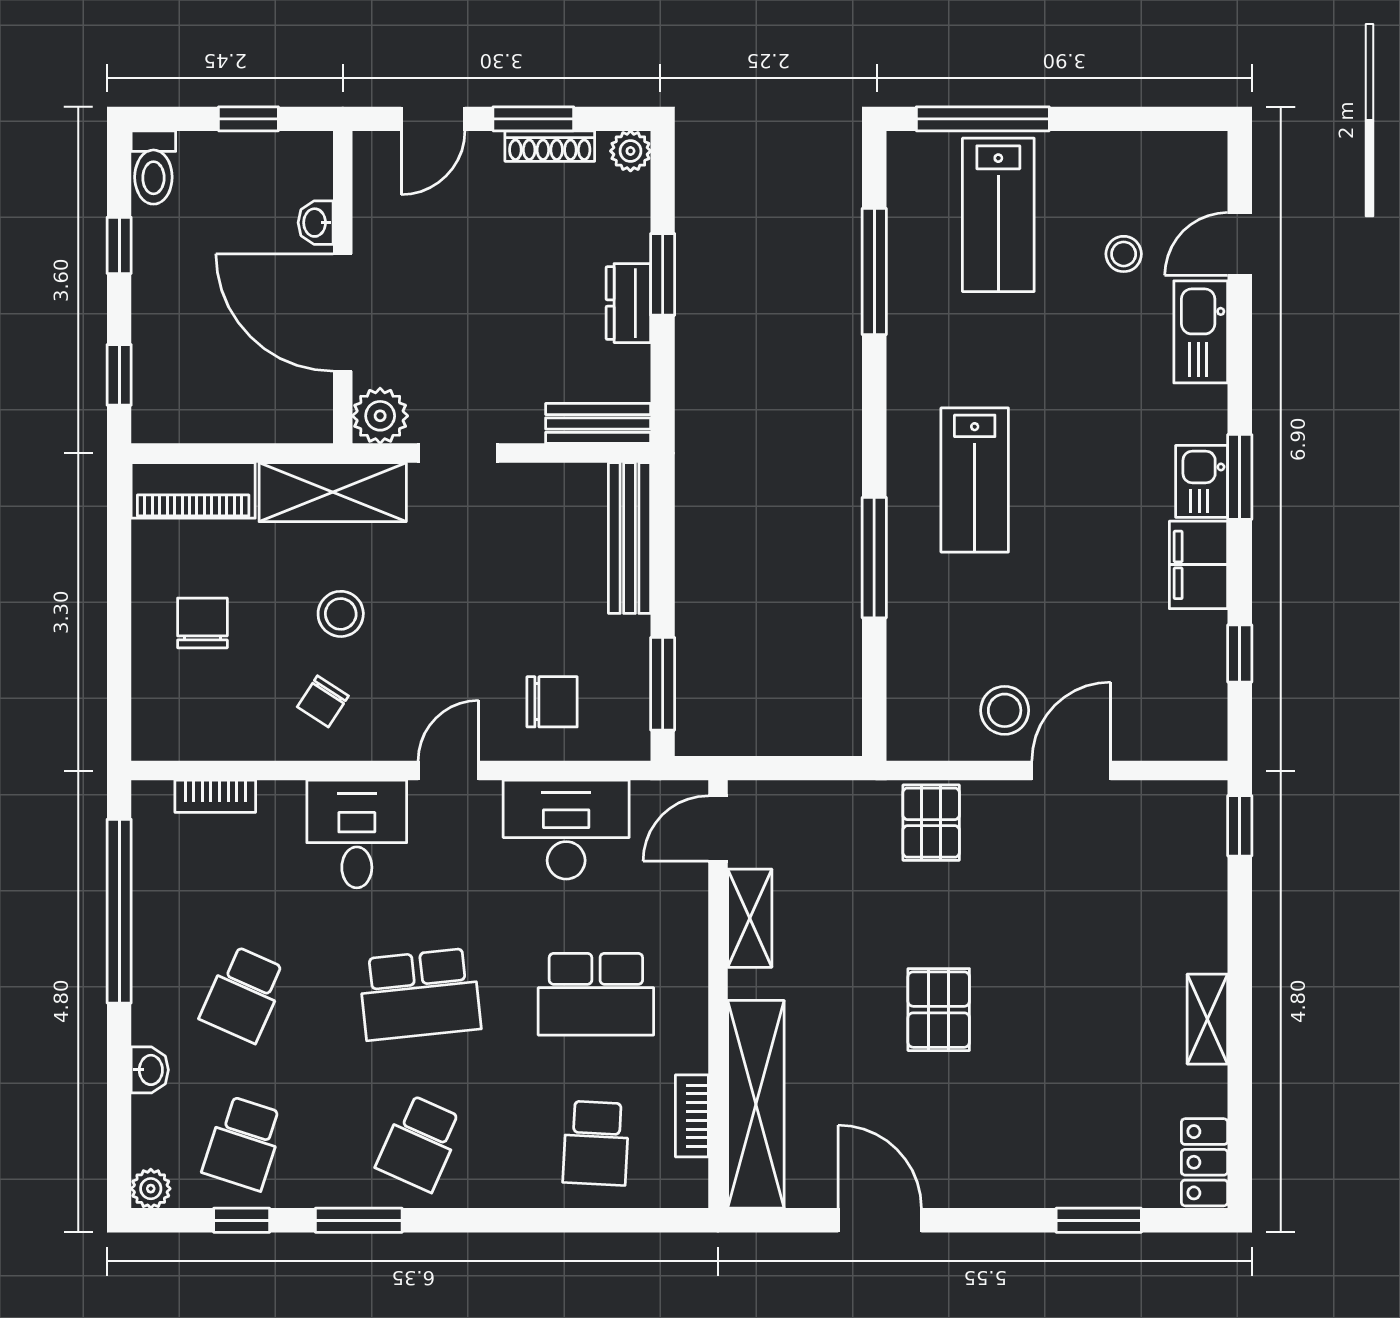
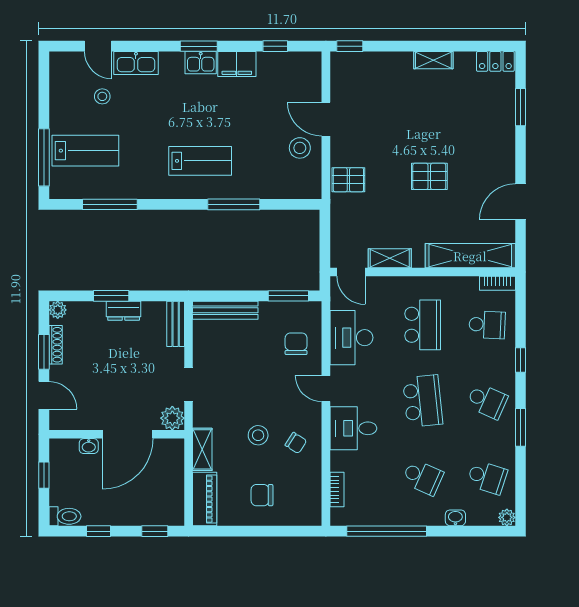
shelving: (333, 492) -> (202, 449), width x0.67, depth x0.75
bookcase: (692, 1116) -> (497, 283), moved
window: (242, 1220) -> (520, 360), moved

